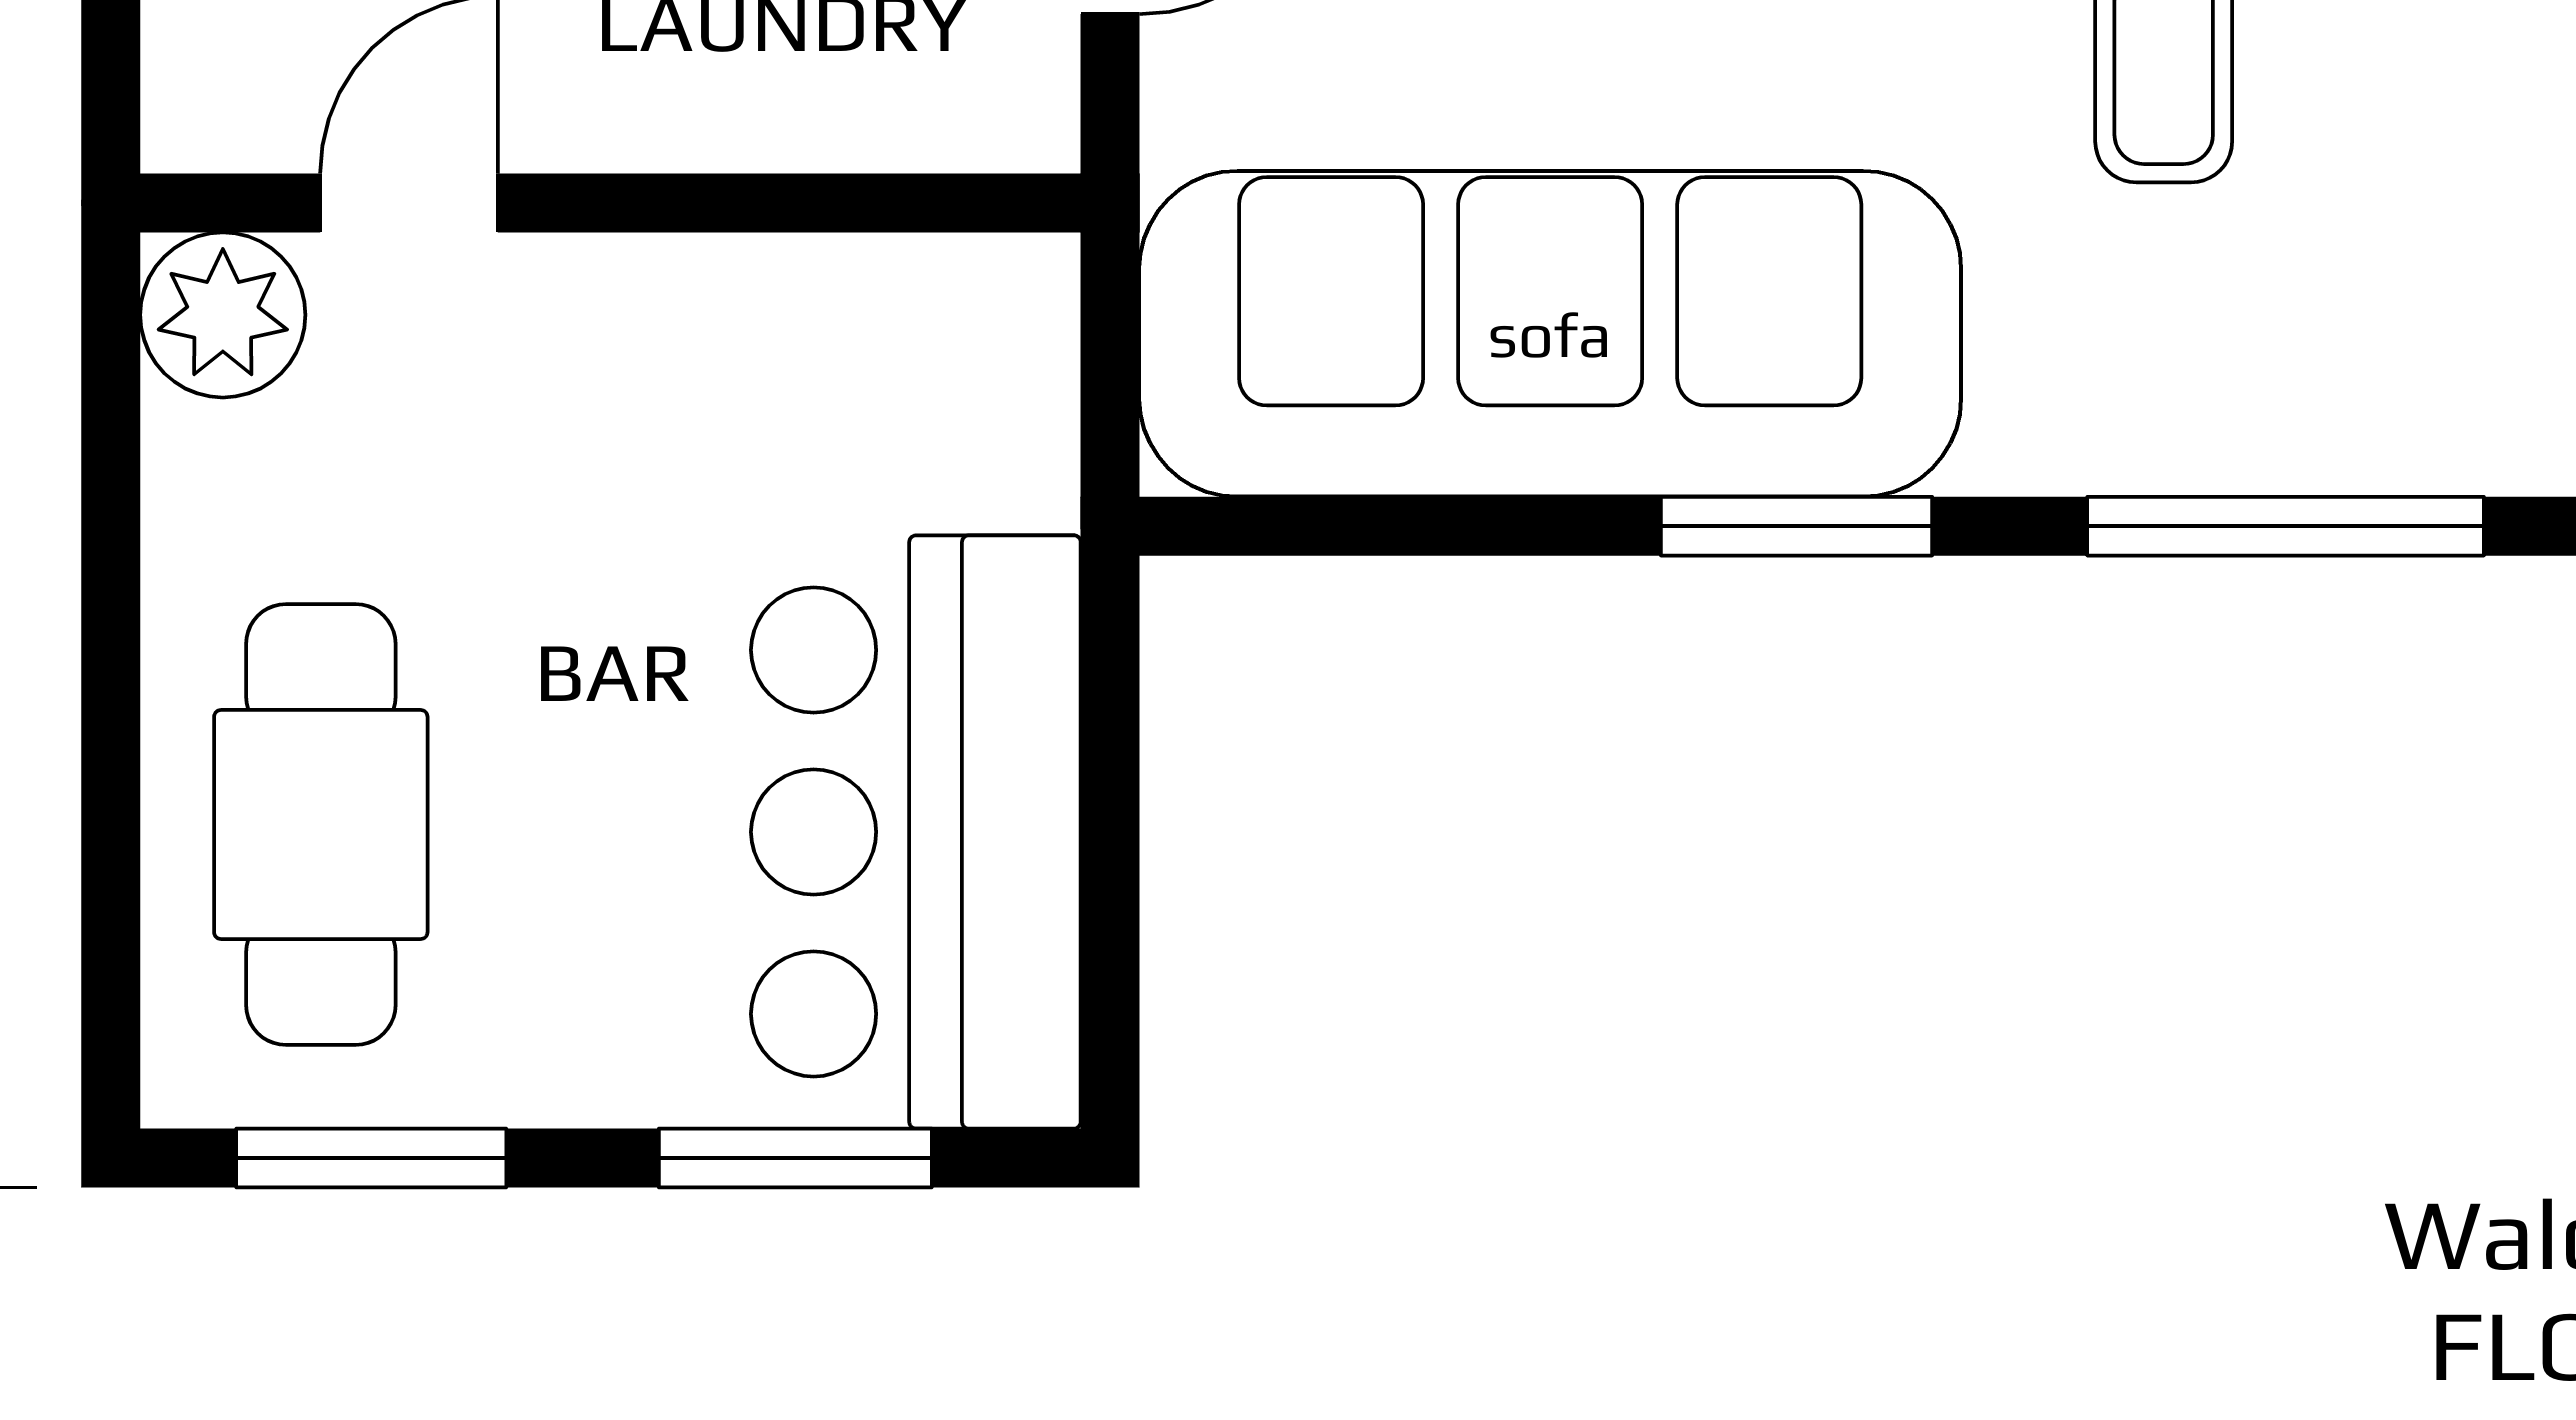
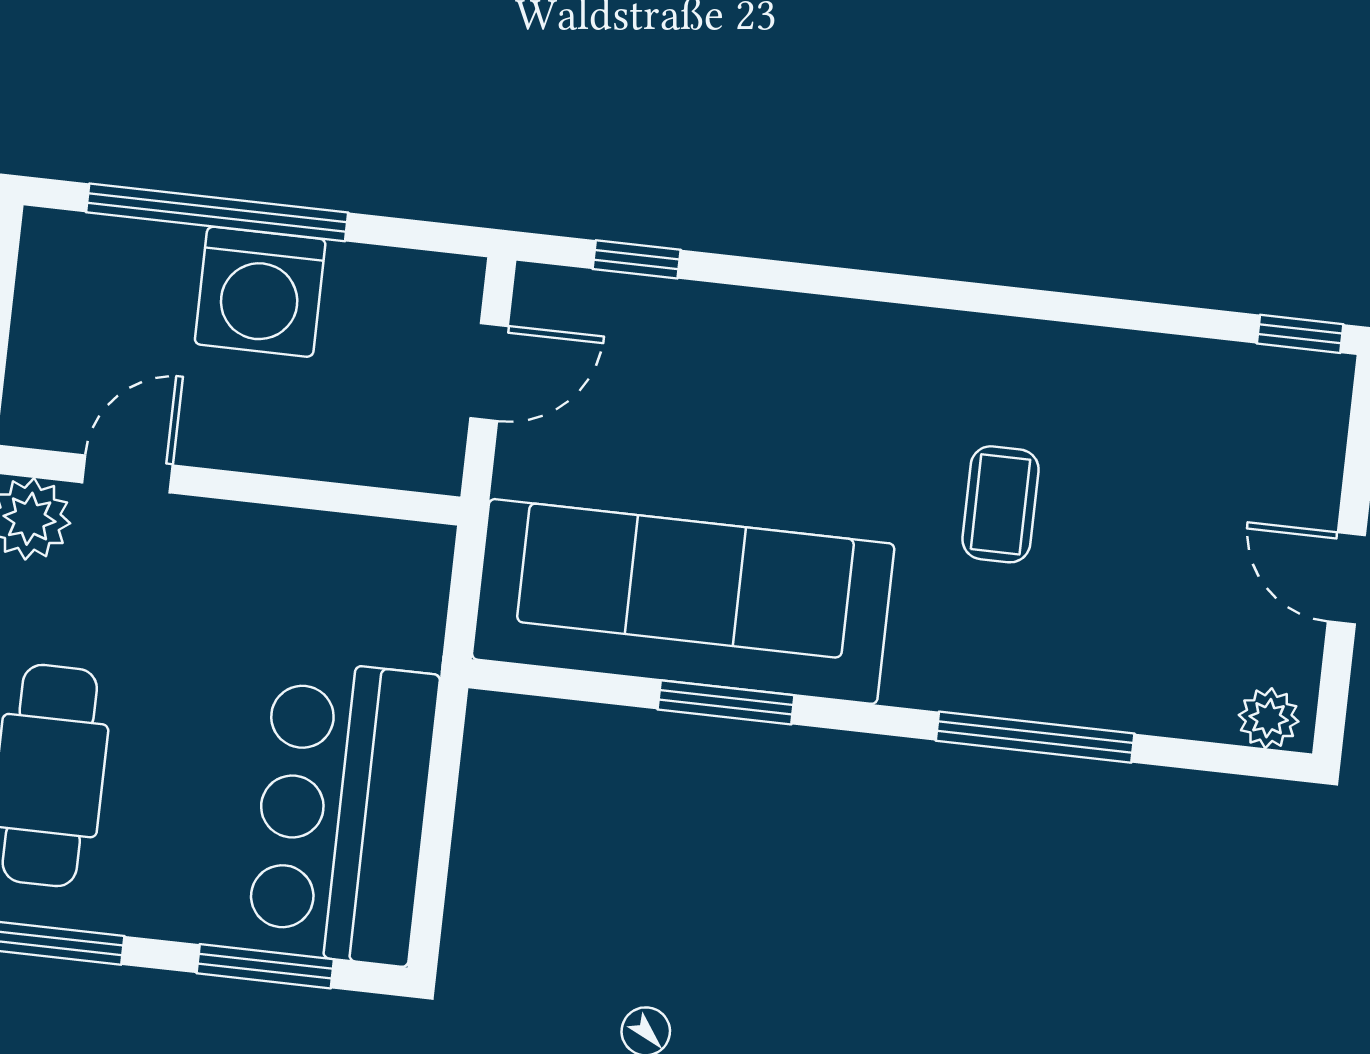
window: (1796, 526) -> (726, 702), moved

